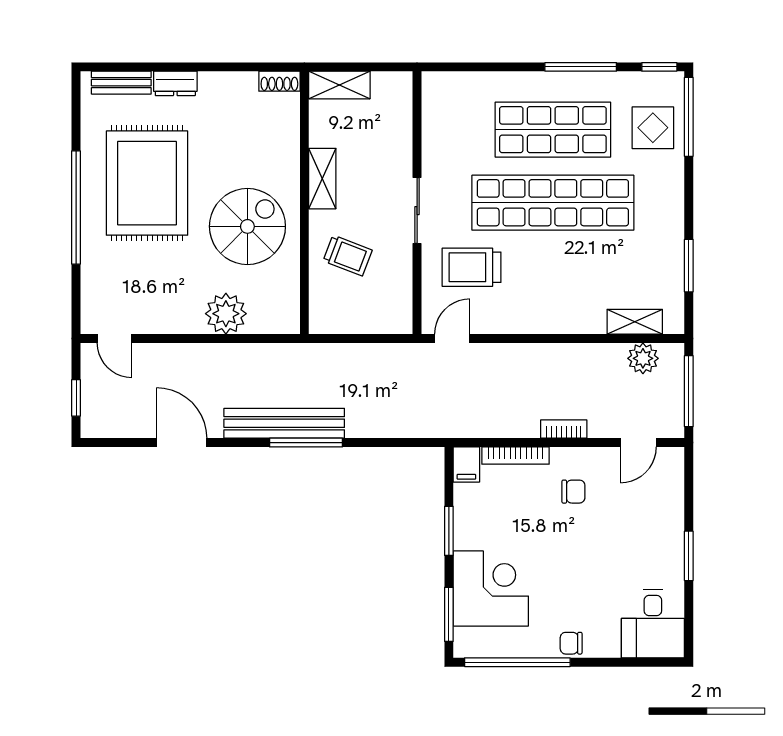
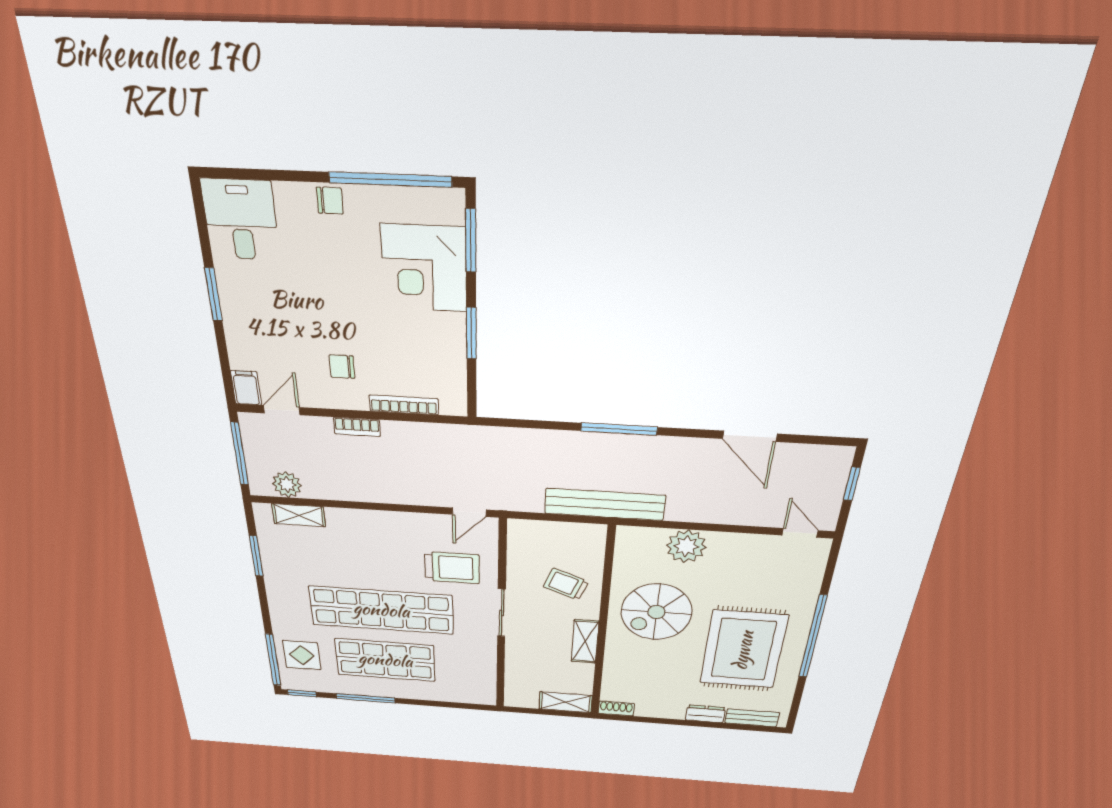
bench: (284, 423) -> (605, 504), moved
filing cabinet: (466, 464) -> (246, 388), moved

